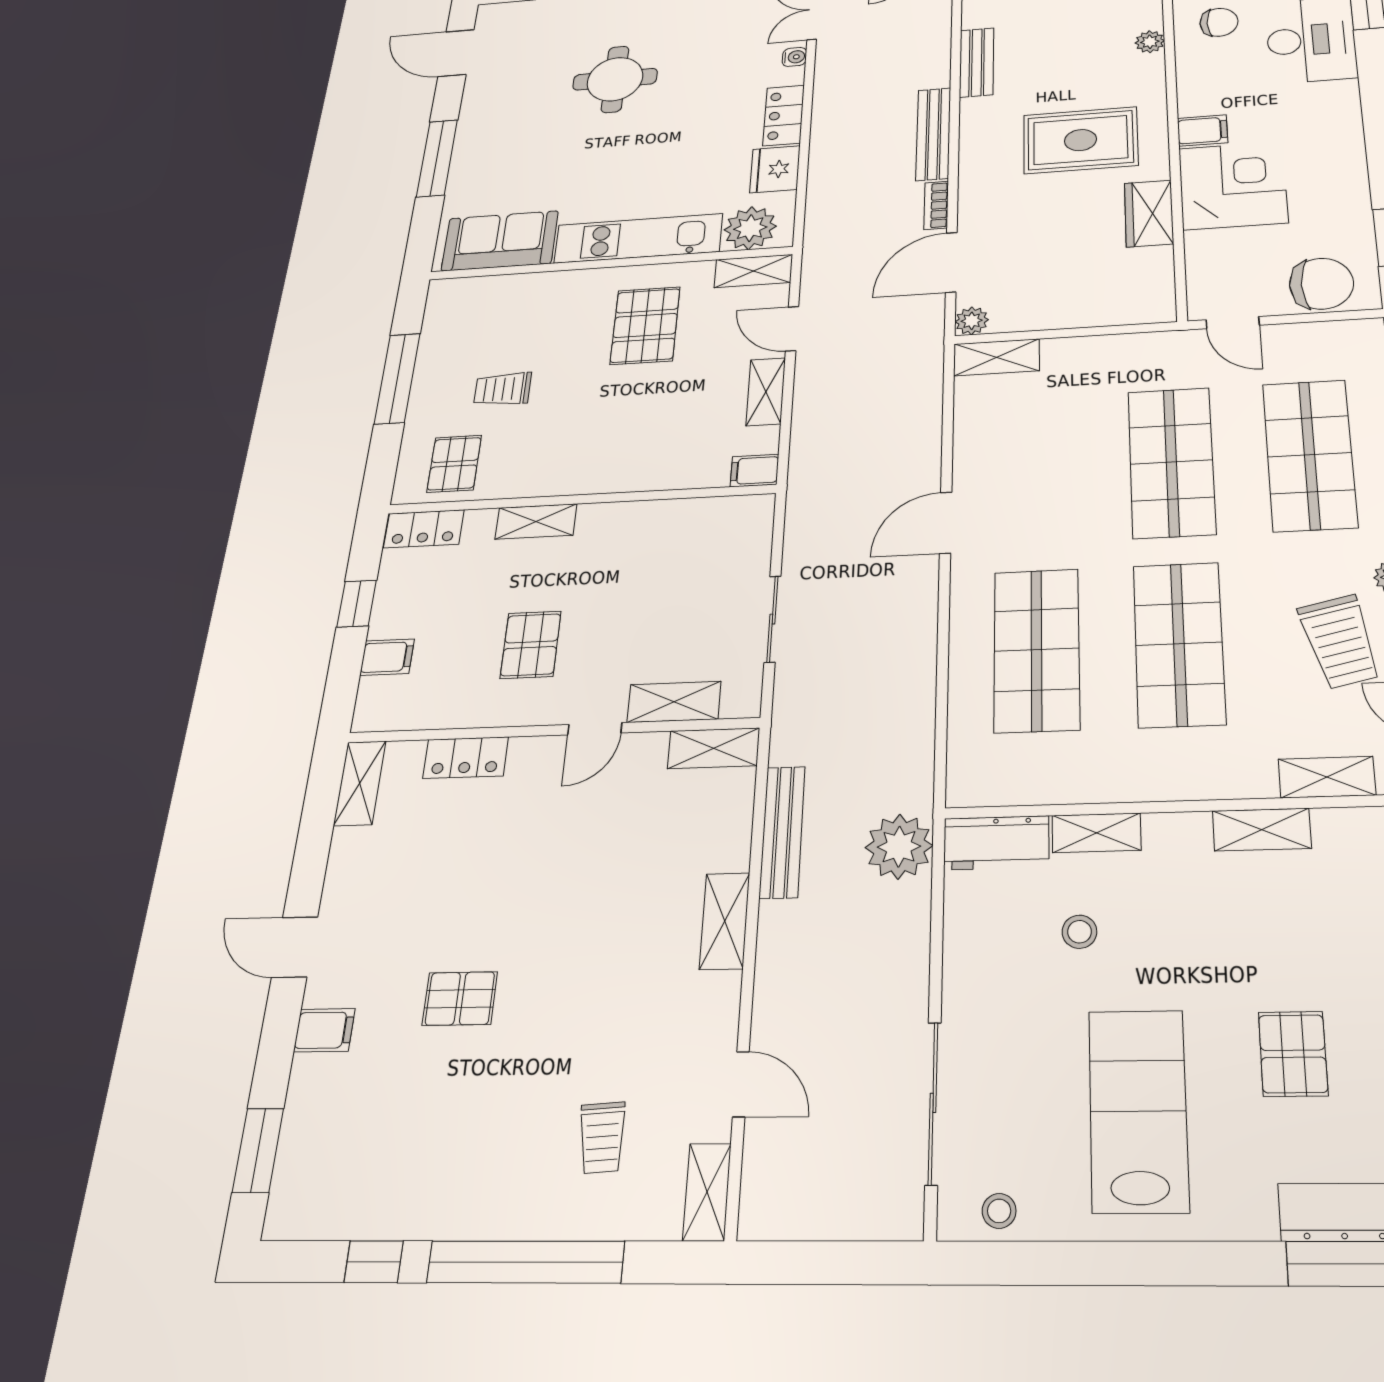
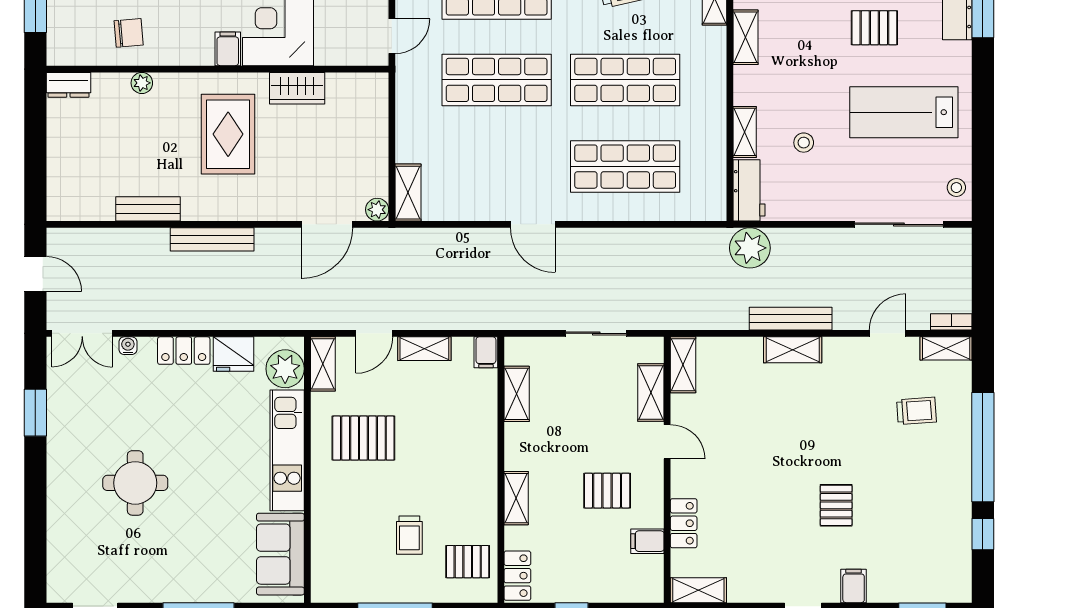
chair: (1219, 22) -> (129, 33), turned 85
bookcase: (936, 205) -> (951, 322), moved, turned 180
door: (951, 262) -> (327, 224), hinge flipped
shelving: (689, 514) -> (517, 394), added
filing cabinet: (387, 657) -> (647, 541), moved, turned -90
bench: (782, 832) -> (791, 319), moved

